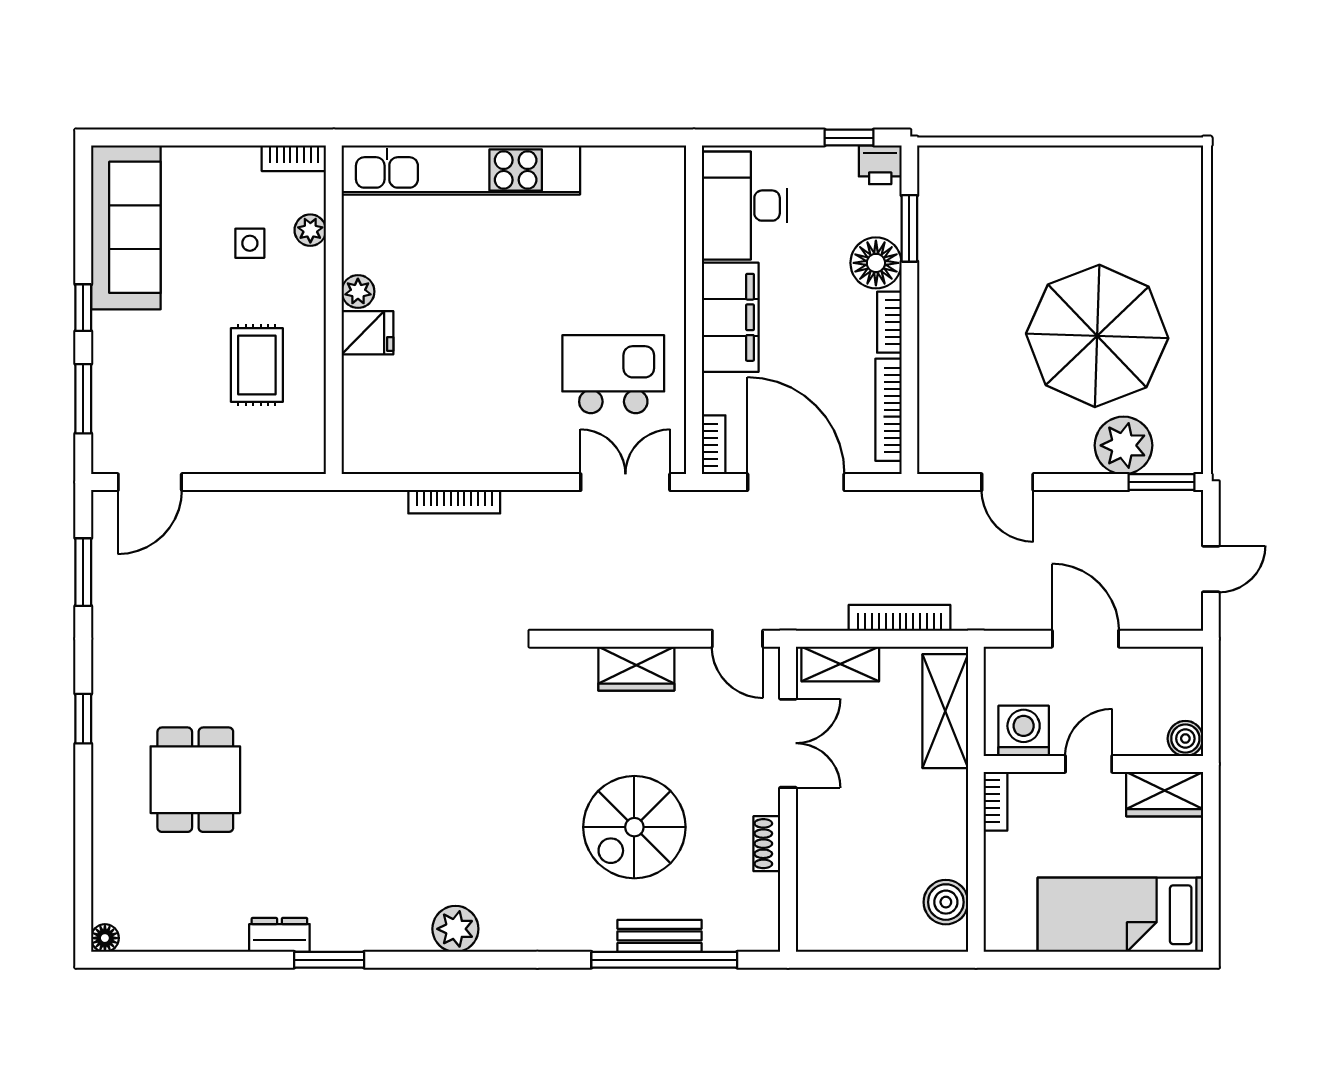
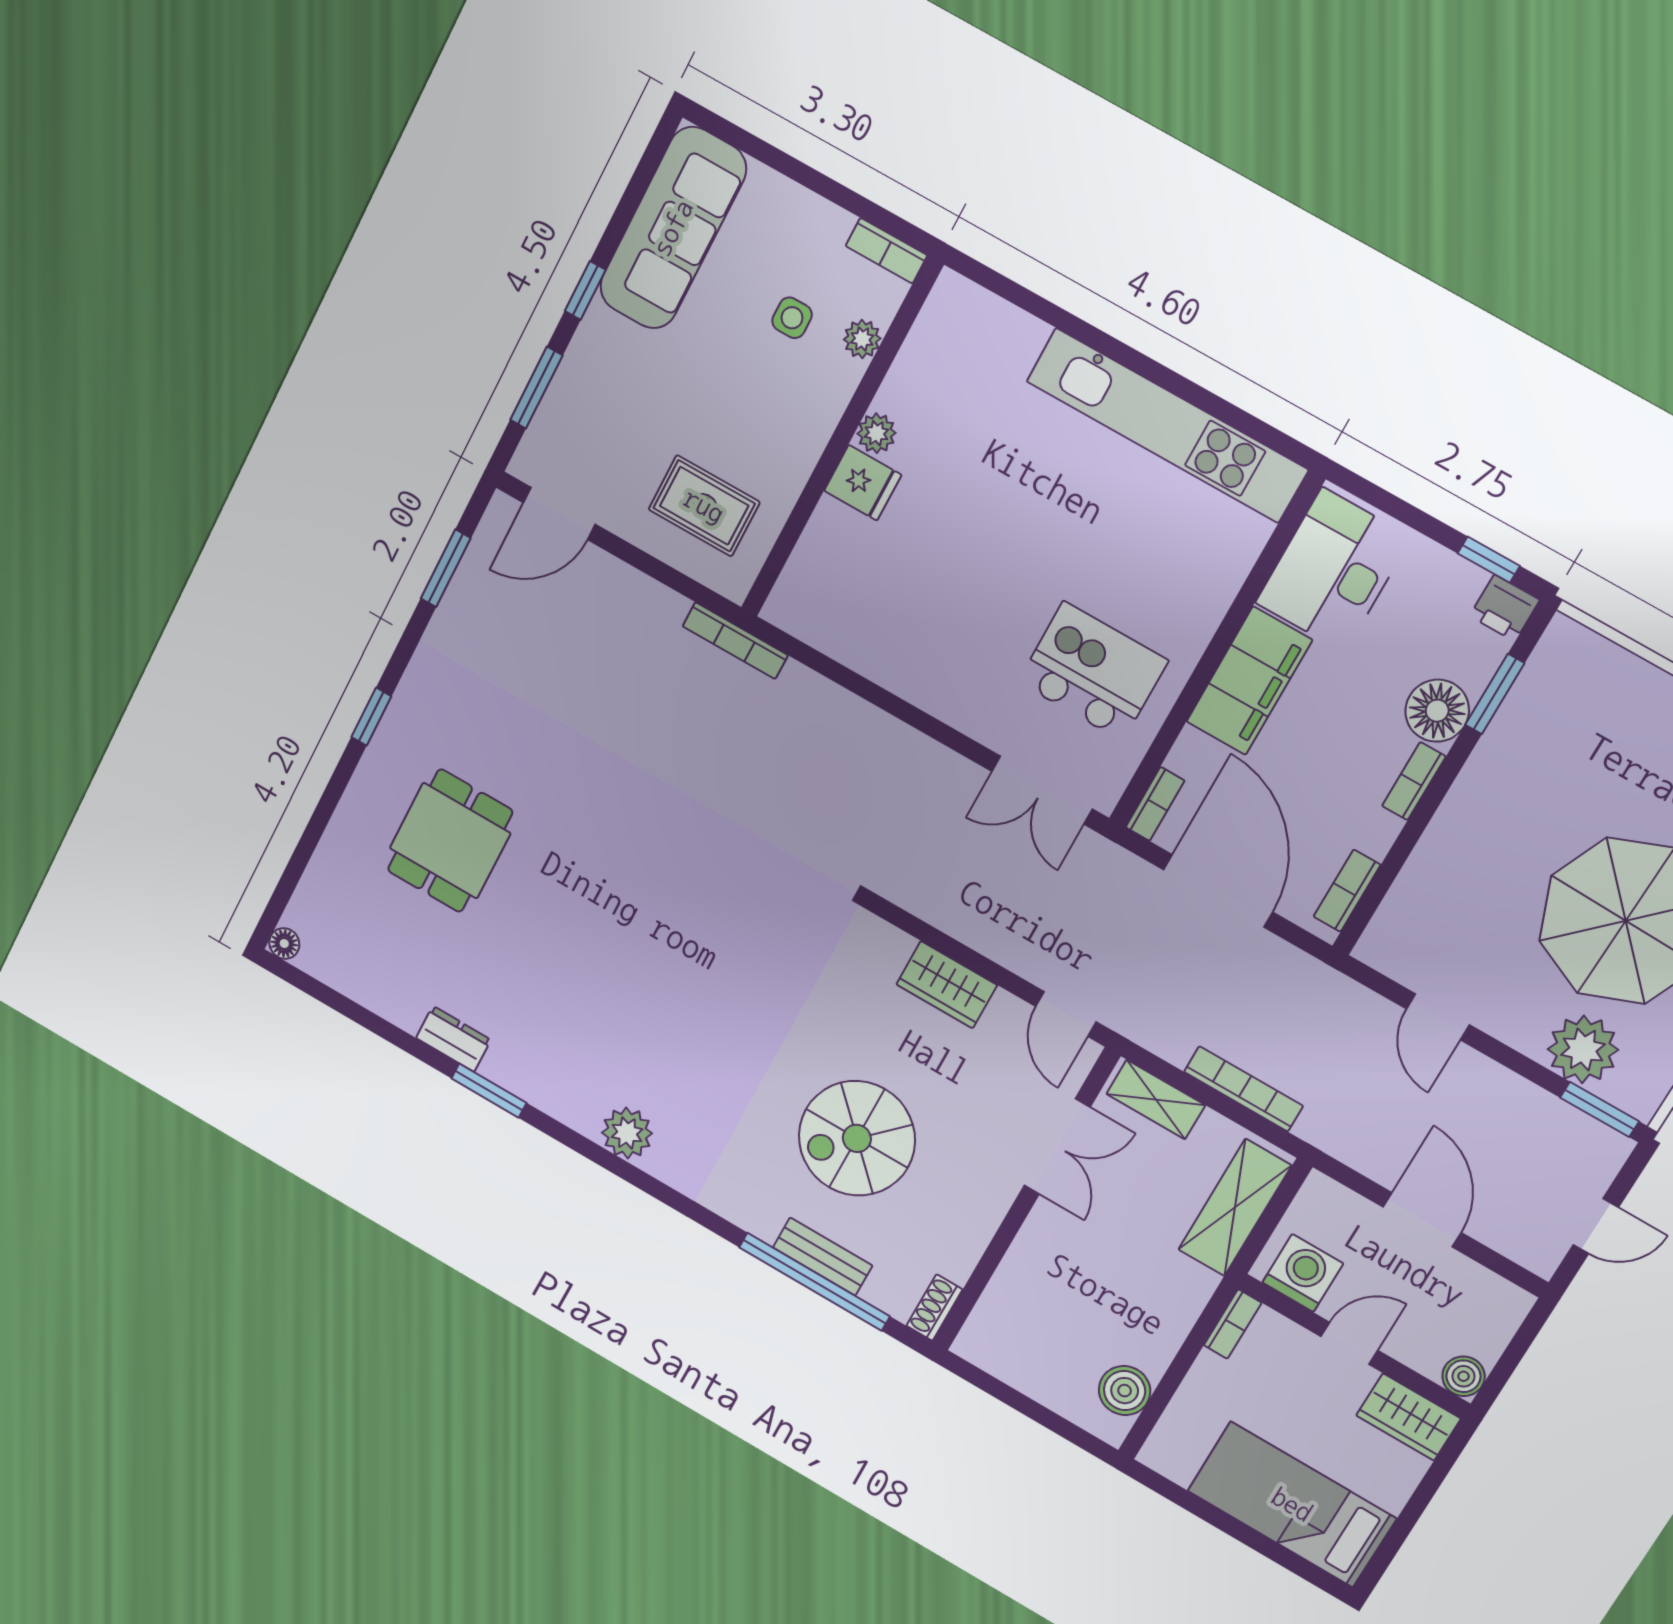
kitchen unit: (461, 170) -> (1167, 425), moved
rug: (257, 365) -> (704, 506), moved, turned 90
bookcase: (888, 410) -> (1347, 891), width x0.64
double door: (625, 482) -> (1042, 790), swing flipped
bookcase: (454, 502) -> (735, 641), moved
shoe rack: (767, 844) -> (934, 1308), moved

